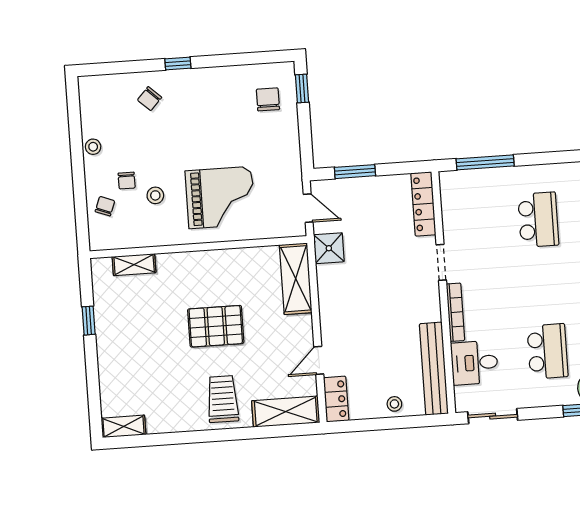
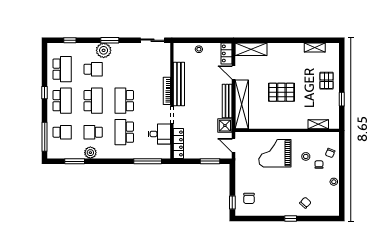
shelving: (296, 279) -> (242, 104), width x1.47
bench: (328, 300) -> (227, 101), added
school desk: (547, 351) -> (124, 101), moved
pallet: (123, 357) -> (327, 81), added
door: (319, 360) -> (233, 72), swing flipped
desk: (474, 363) -> (159, 134), moved
bench: (434, 369) -> (179, 84), moved
trolley: (223, 399) -> (280, 57), removed
shelving: (123, 426) -> (315, 48), moved

